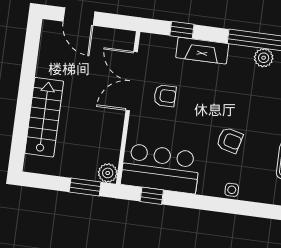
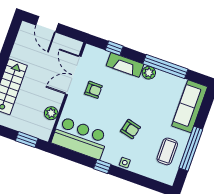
plant: (264, 58) -> (149, 73), moved
plant: (108, 173) -> (51, 113), moved
window: (152, 196) -> (102, 166), moved

